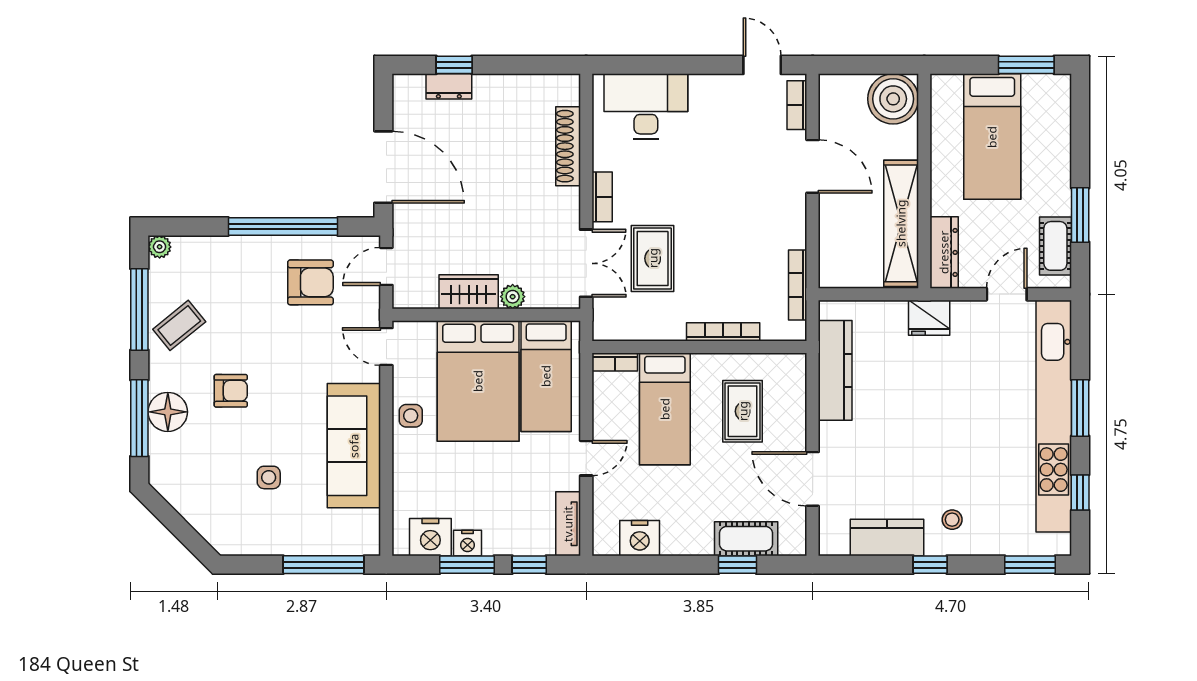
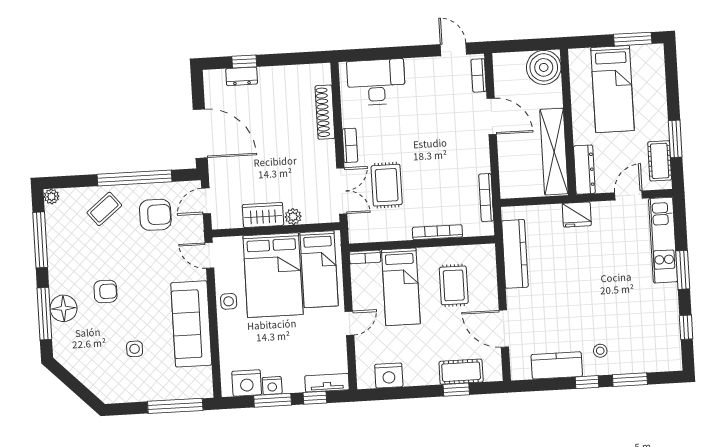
coffee table: (179, 325) -> (104, 209), moved
kitchen unit: (1054, 416) -> (663, 240), width x0.54
tv unit: (568, 524) -> (327, 383), moved, turned 90
window: (1030, 565) -> (630, 380), moved

